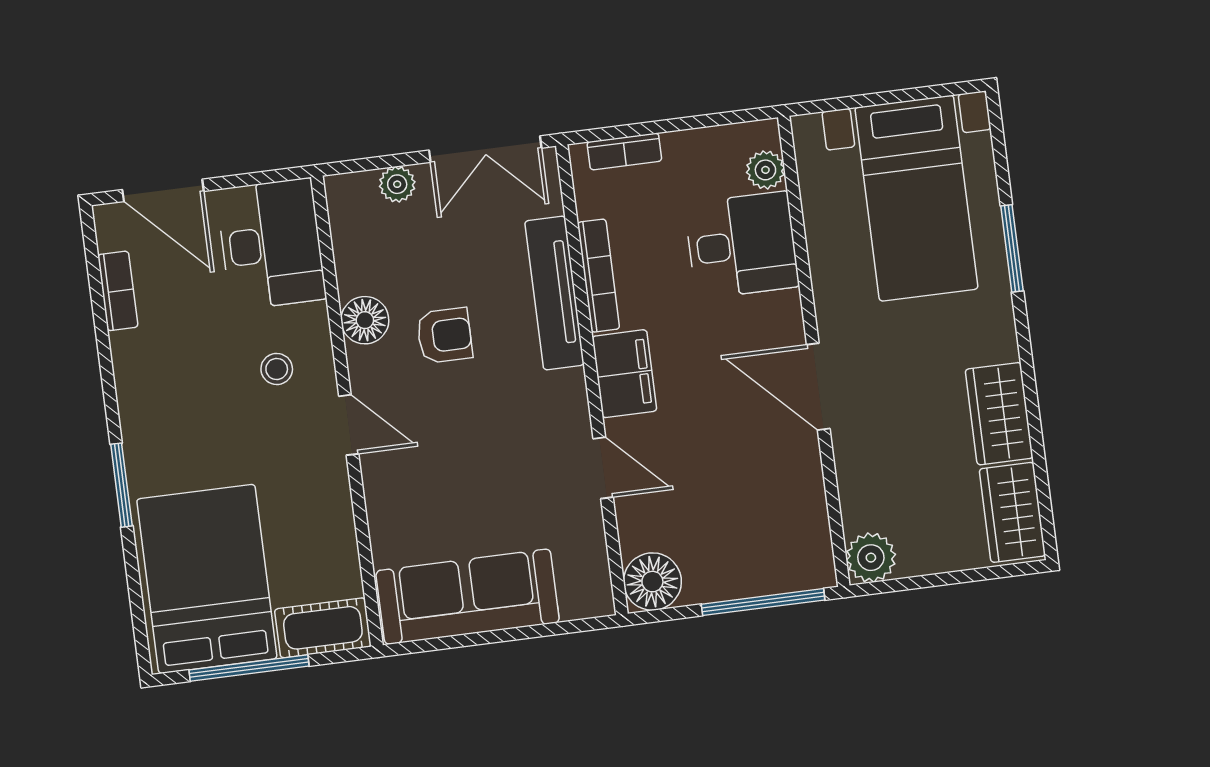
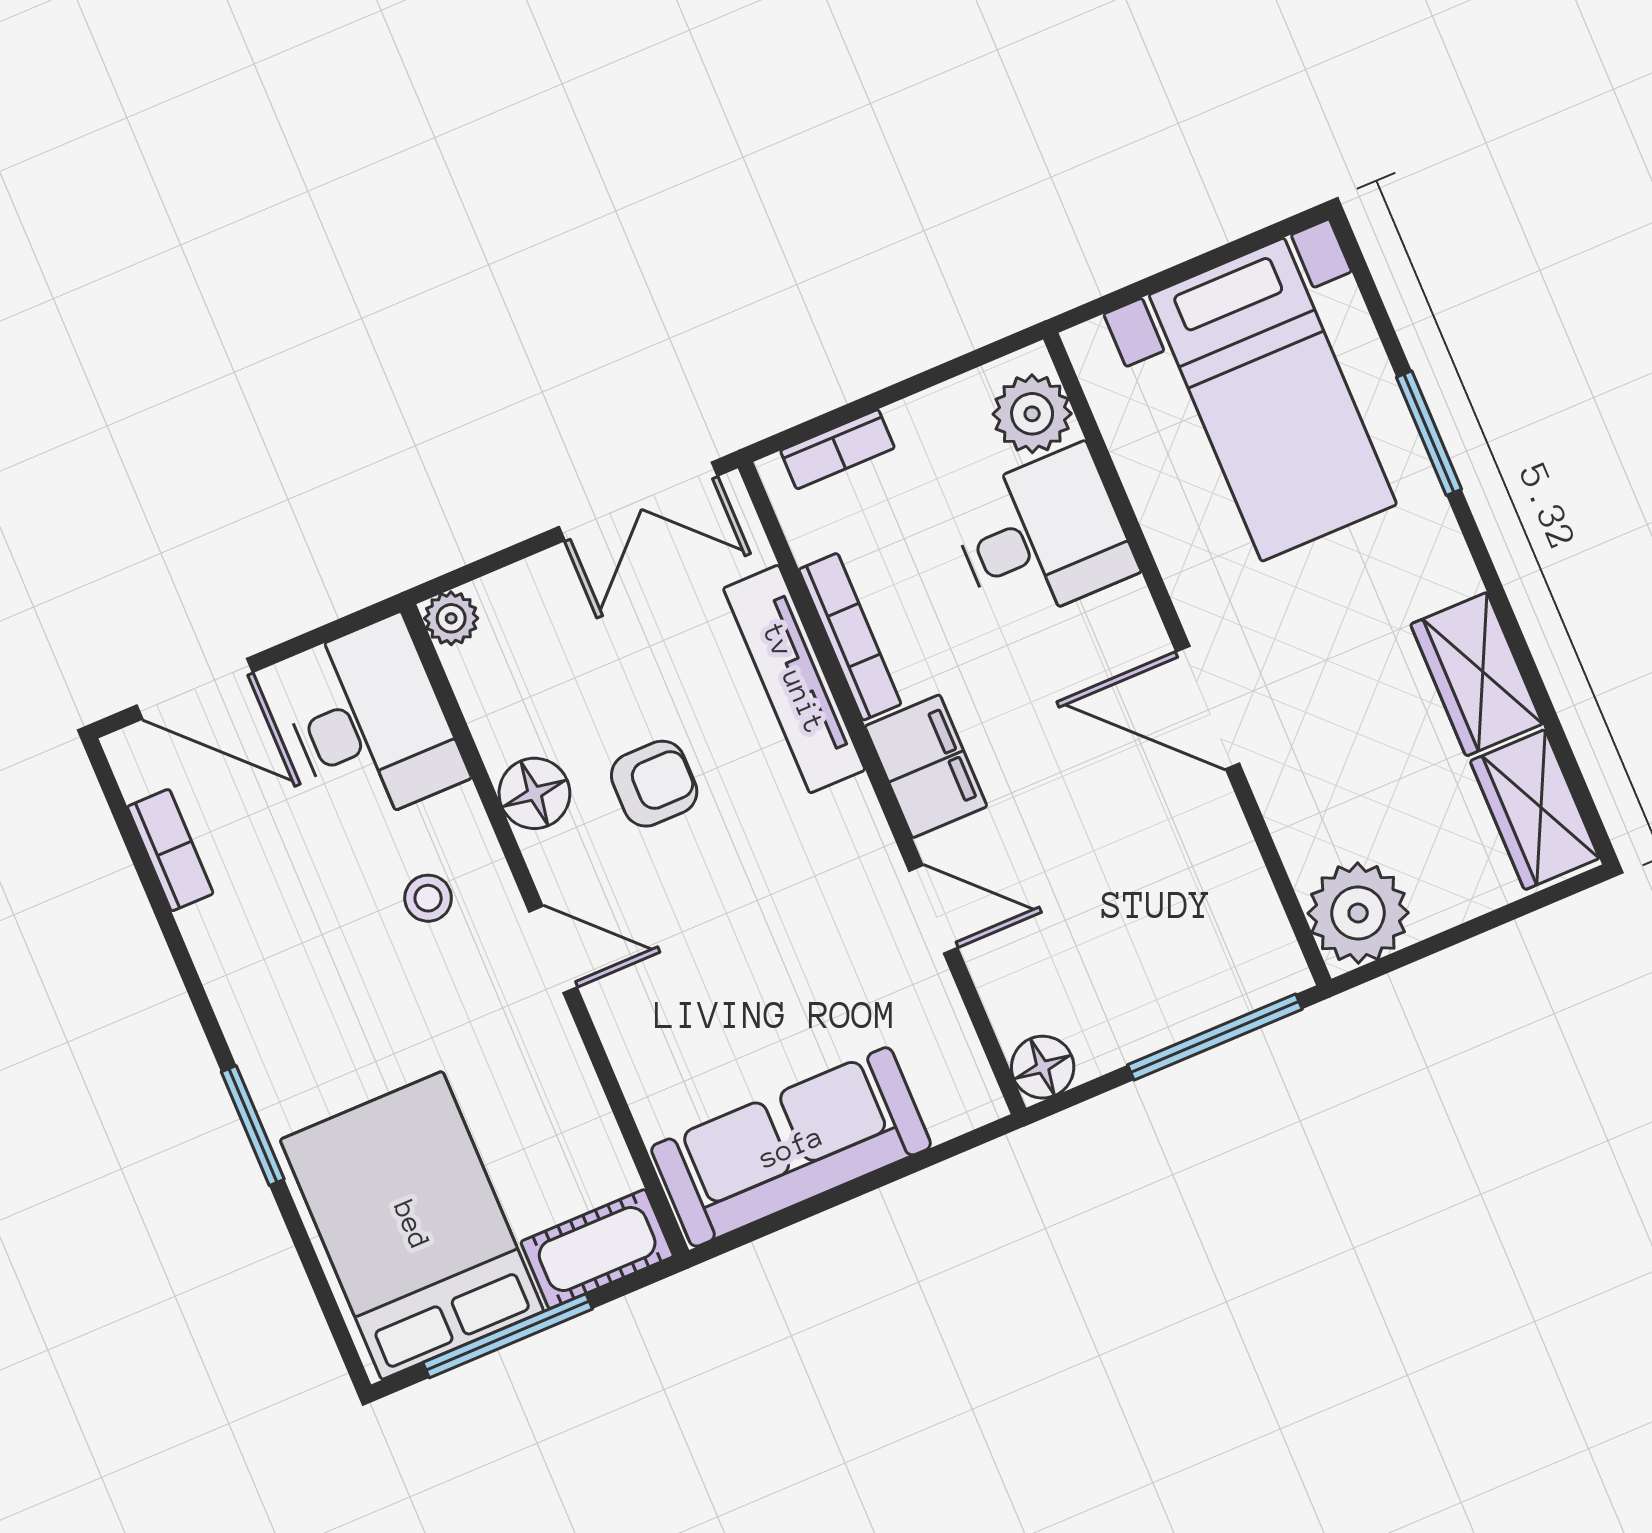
plant: (765, 170) -> (1032, 414), width x1.38, depth x1.38
plant: (397, 184) -> (451, 618), moved
plant: (871, 558) -> (1358, 913), width x1.36, depth x1.36
floor lamp: (652, 582) -> (1043, 1067), width x0.73, depth x0.73

